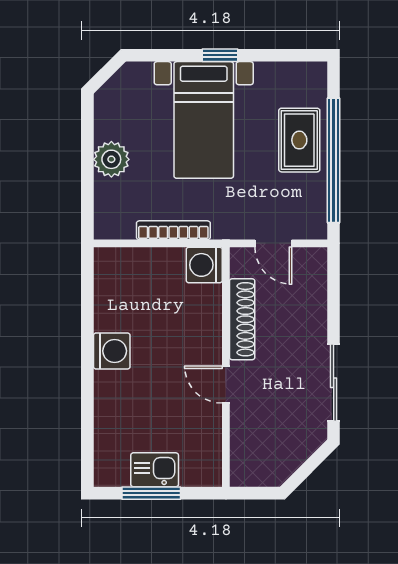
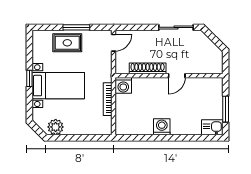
plant: (111, 159) -> (56, 127), moved
window: (334, 160) -> (76, 27), width x0.47
door: (273, 243) -> (114, 43), moved
kitchen sink: (155, 470) -> (212, 127), moved, turned 90

